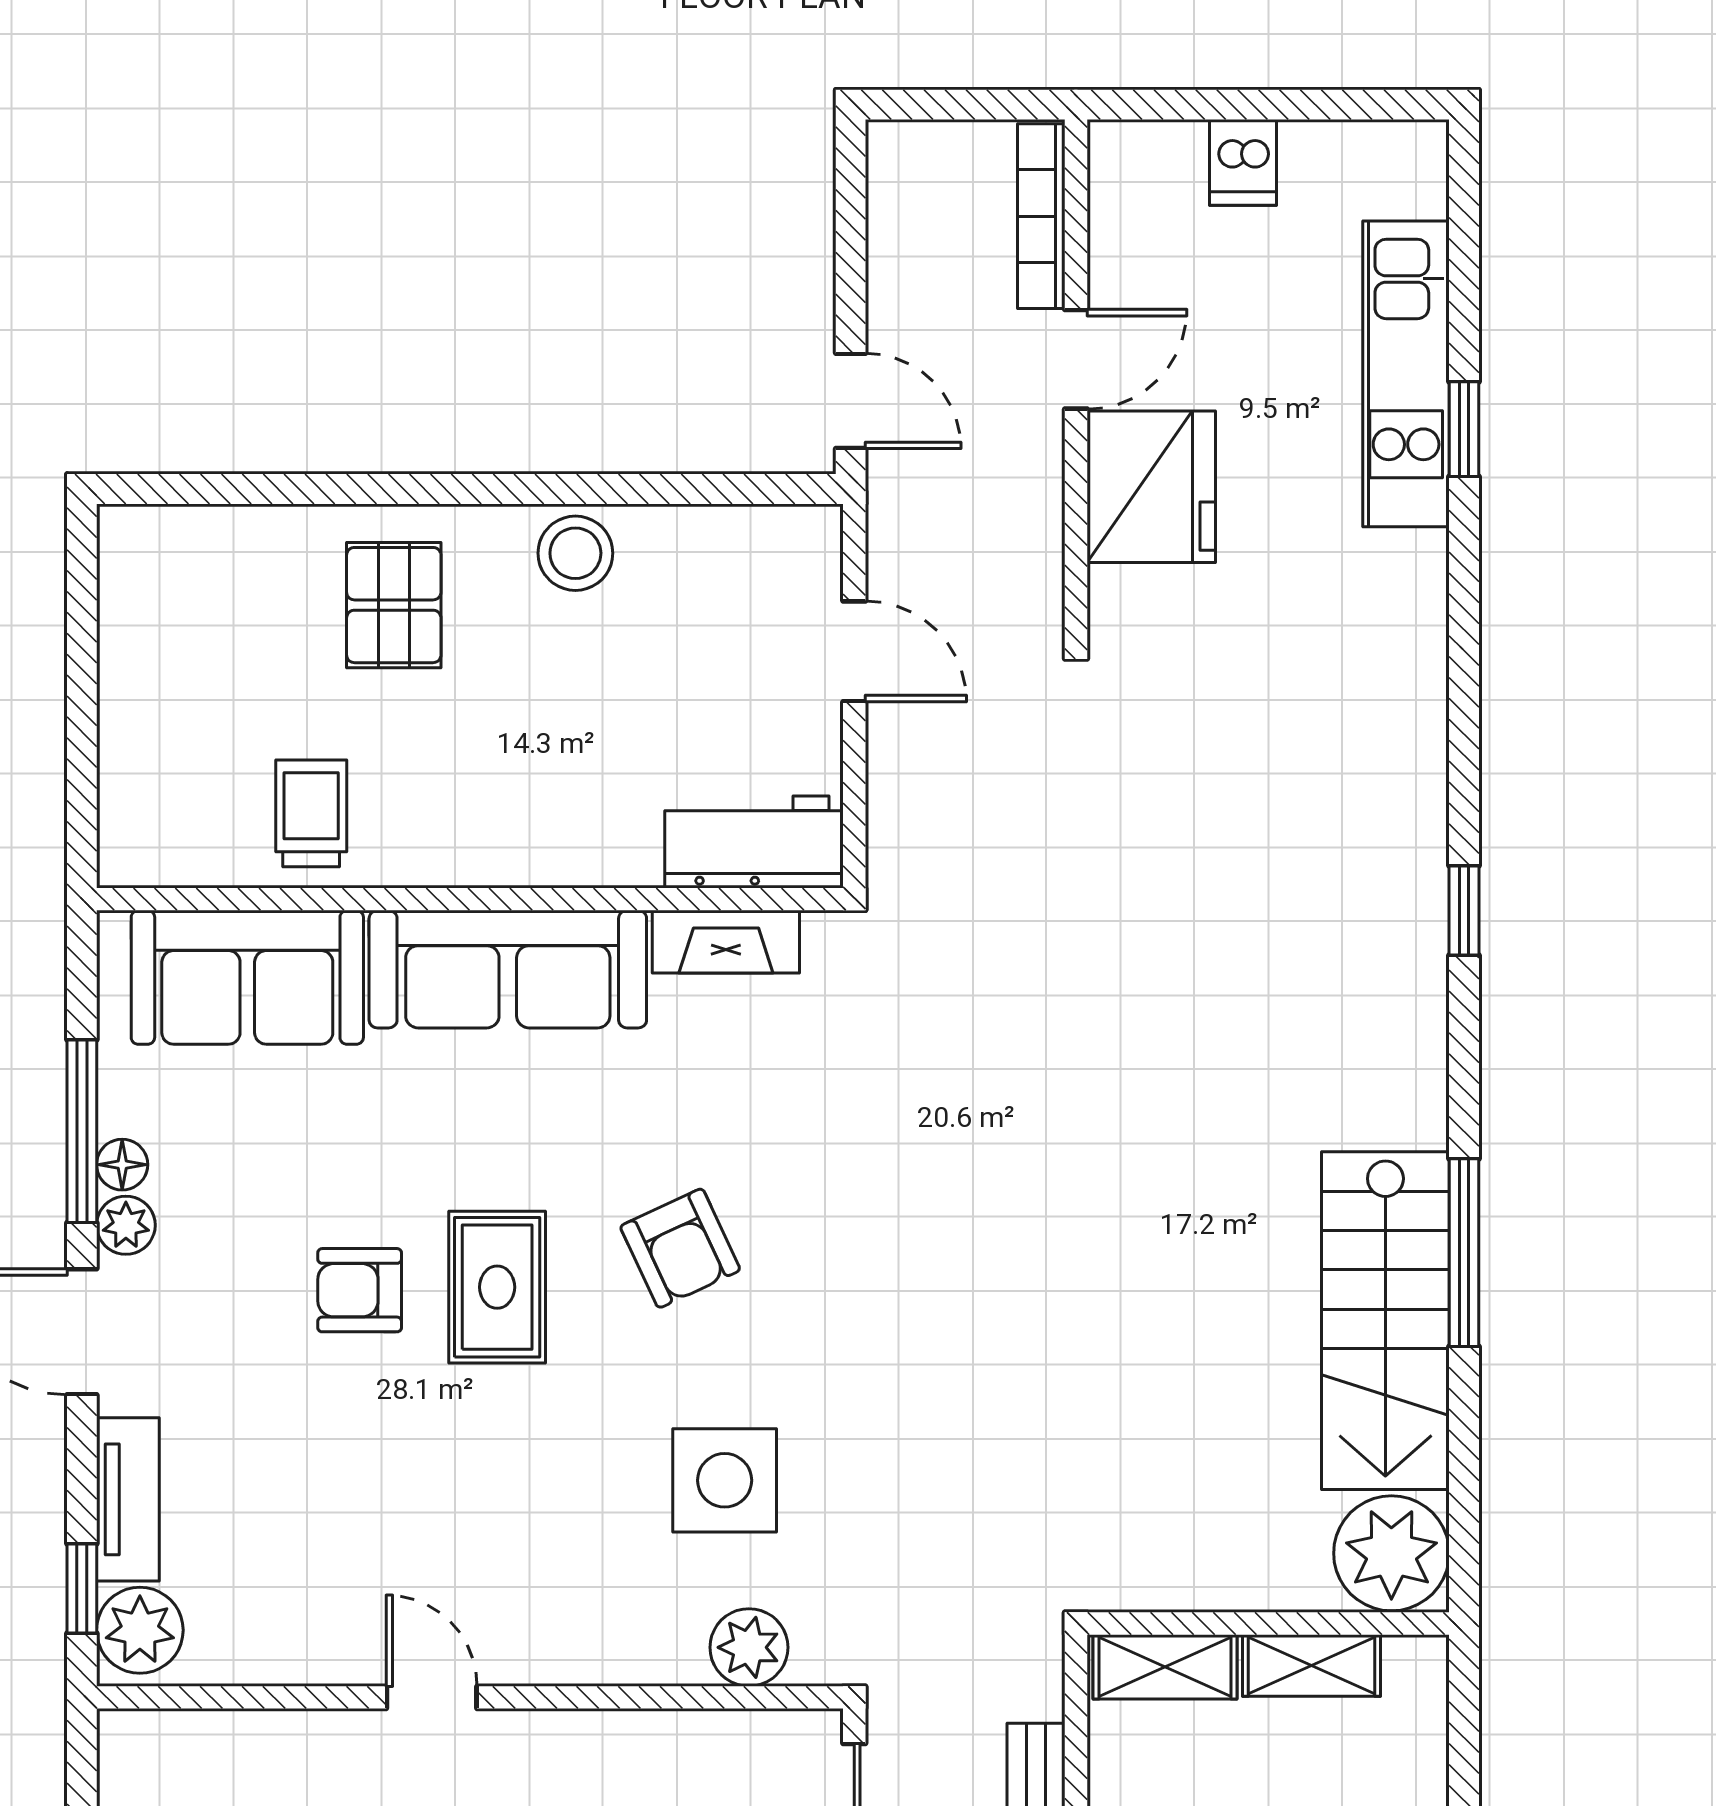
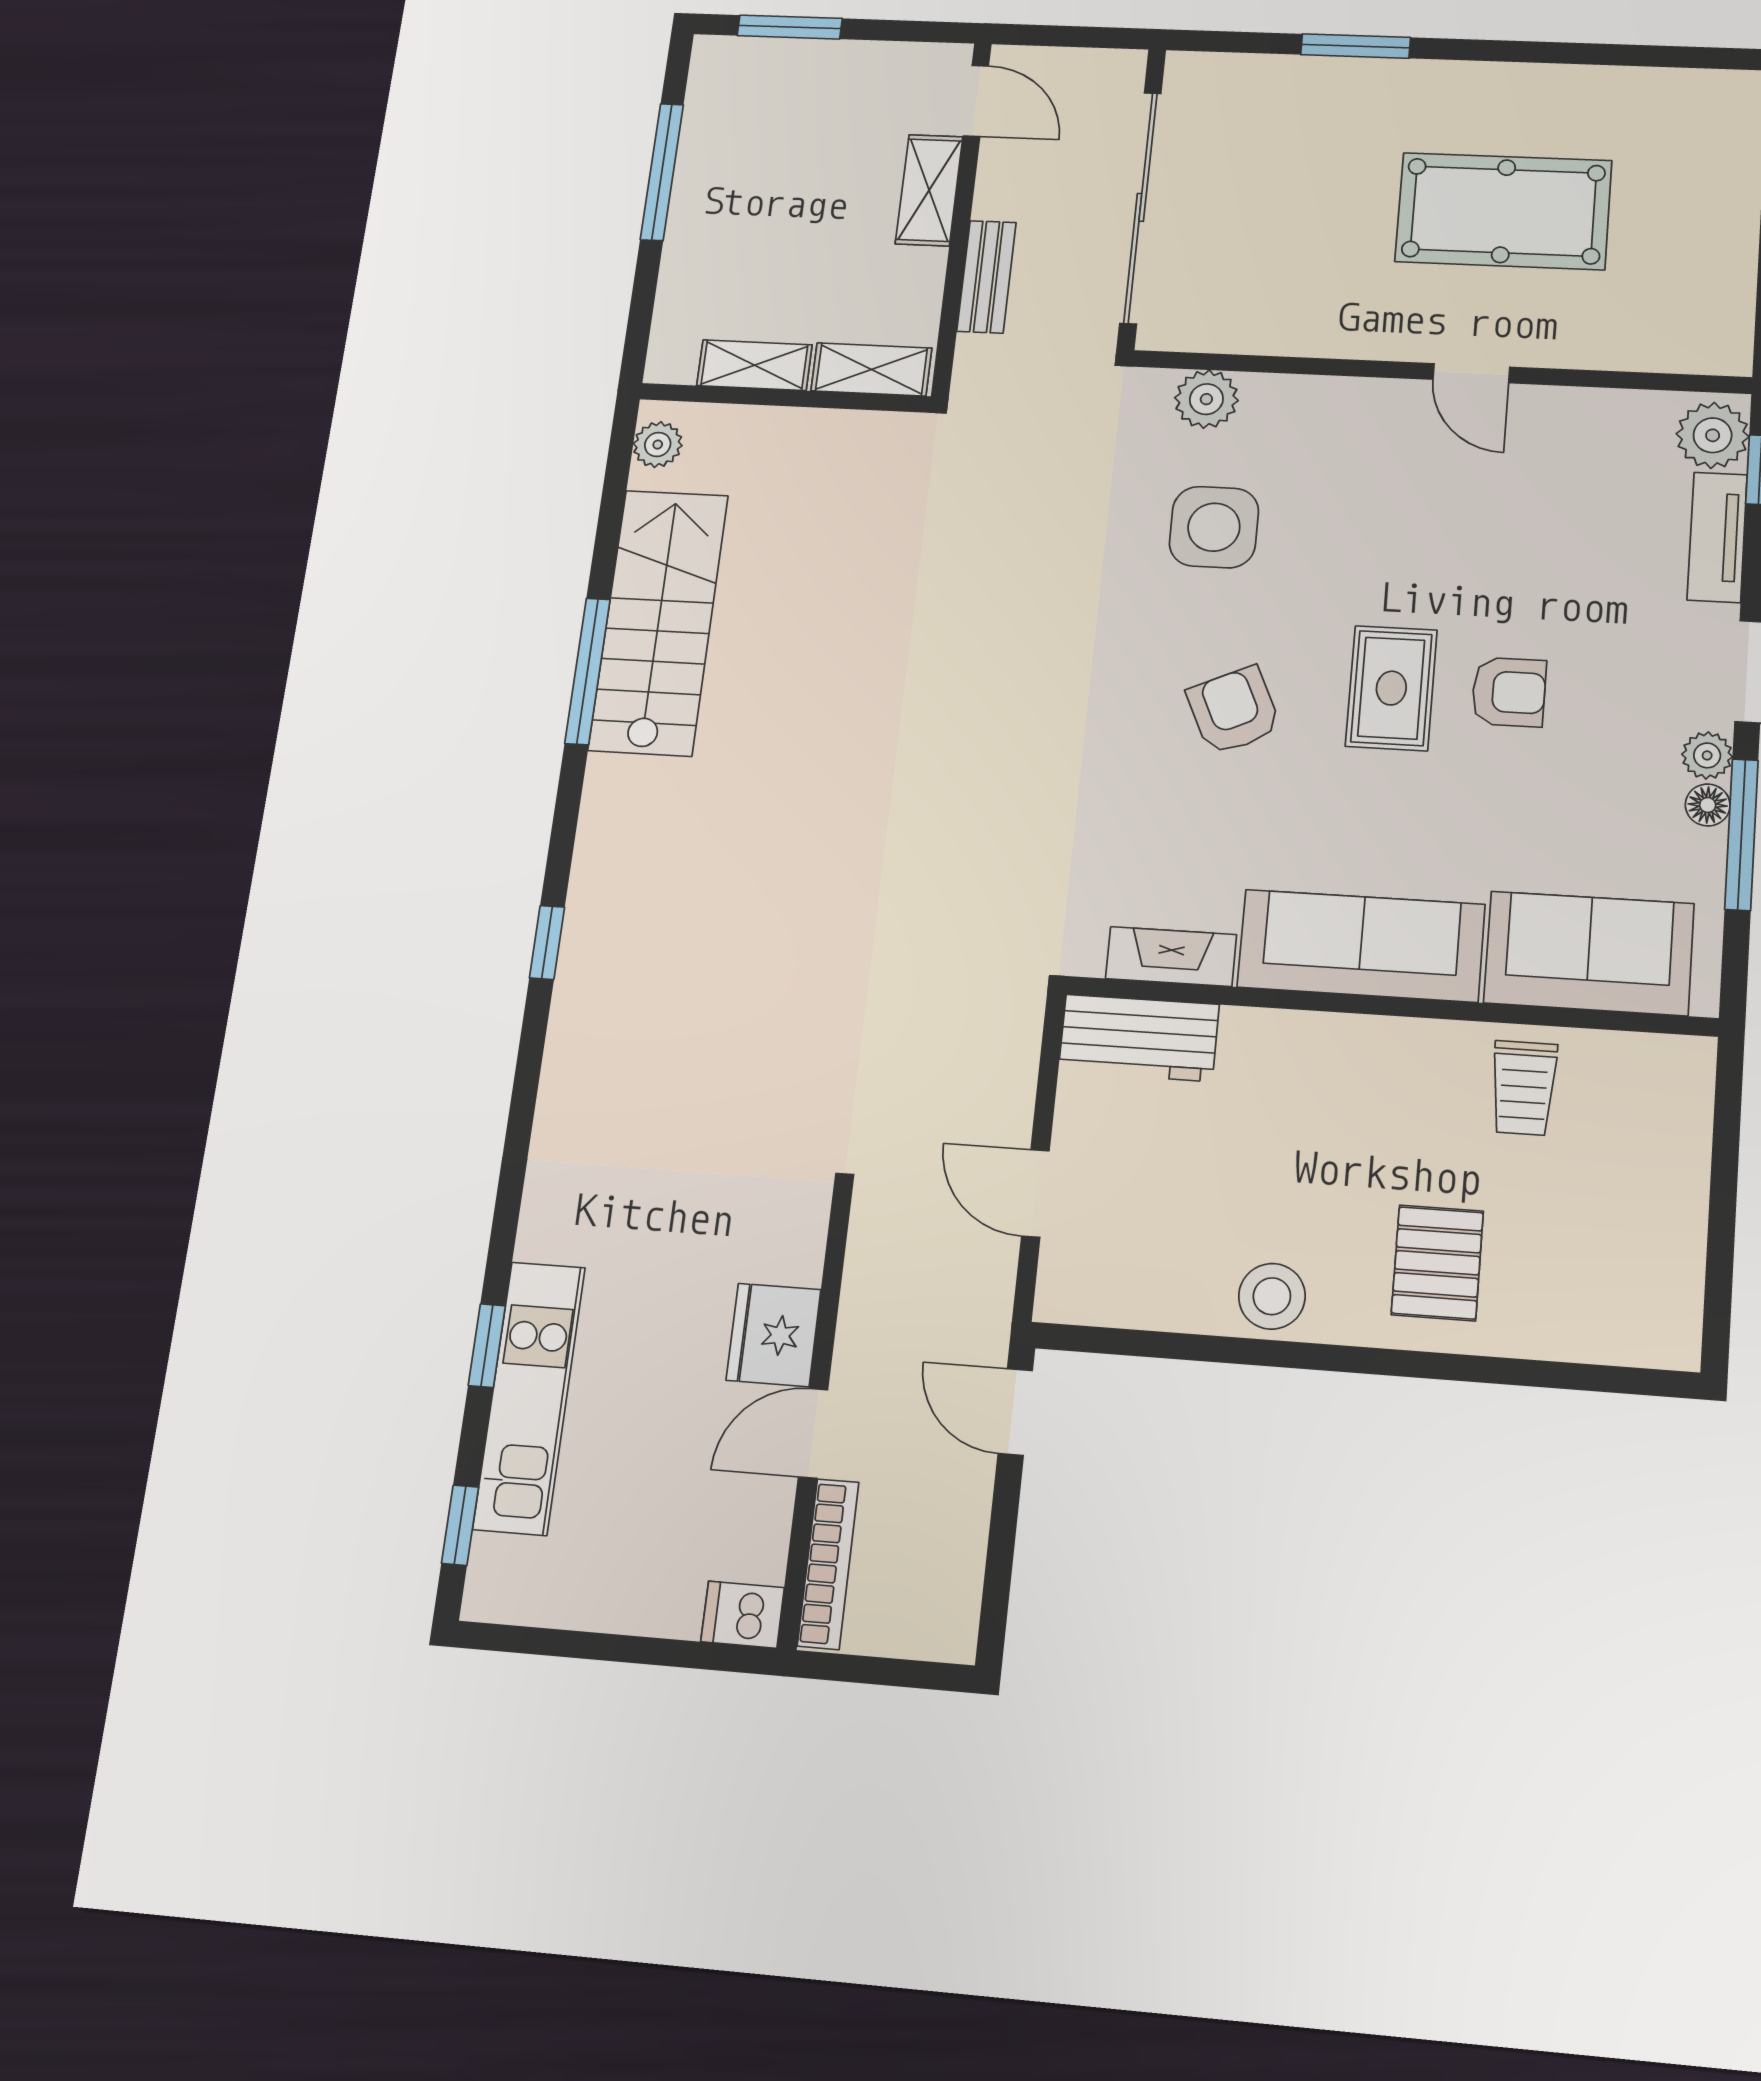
dishwasher: (1243, 162) -> (743, 1615), moved, turned -90
window: (1464, 224) -> (460, 1525), added
fridge: (1151, 487) -> (773, 1335), width x0.73, depth x0.75
plant: (1391, 1553) -> (658, 445), width x0.53, depth x0.53

